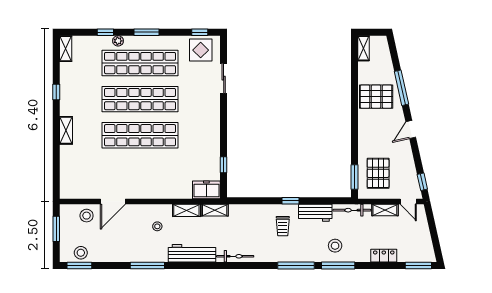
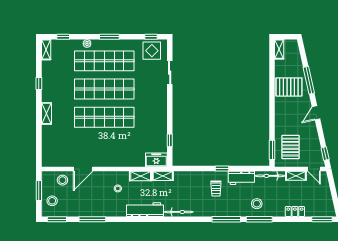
window: (105, 32) -> (63, 37), moved
stool: (81, 253) -> (52, 201), moved
window: (147, 266) -> (92, 219), moved

